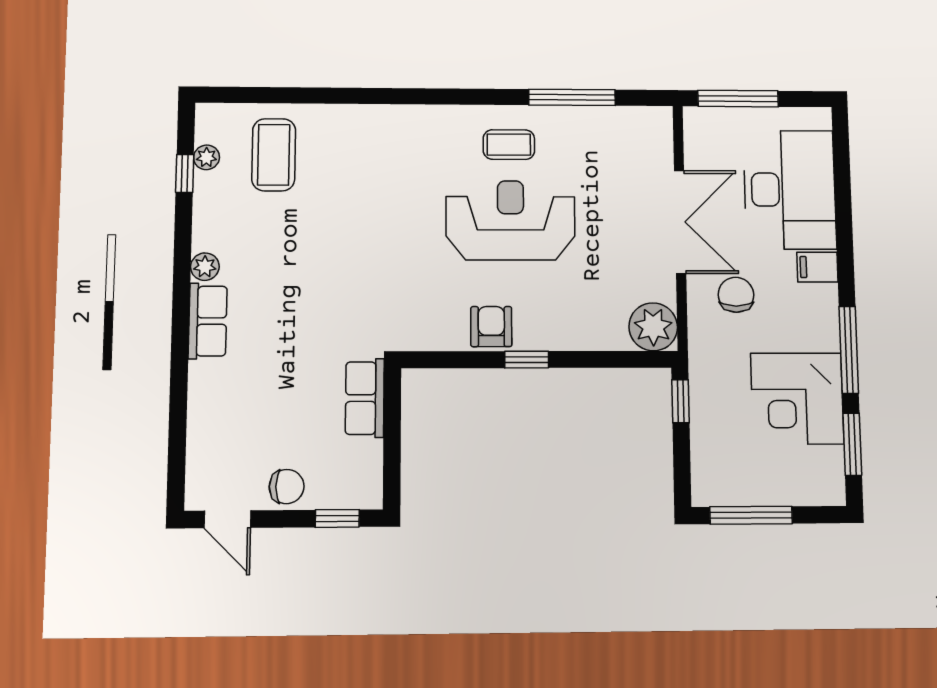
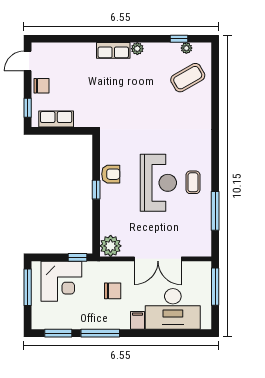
coffee table: (274, 155) -> (188, 78), turned -30
chair: (736, 295) -> (113, 291), moved
row of seats: (365, 398) -> (56, 119), moved
corner desk: (797, 399) -> (61, 281), moved, turned 180
chair: (287, 487) -> (41, 86), turned -90

